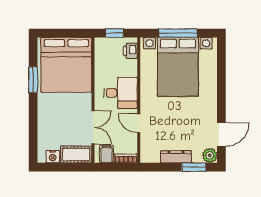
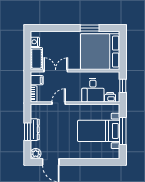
bed with nightstands: (178, 67) -> (99, 131), width x0.73
desk: (120, 93) -> (93, 90), moved
double door: (93, 127) -> (56, 71), swing flipped
window: (194, 167) -> (27, 132), moved

